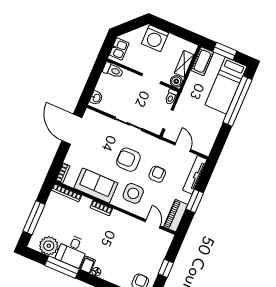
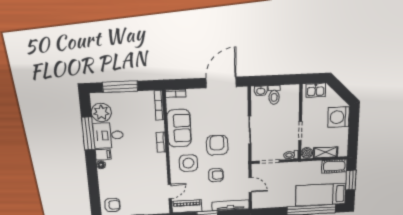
toilet: (113, 70) -> (274, 95), moved
door: (183, 147) -> (250, 185), hinge flipped

